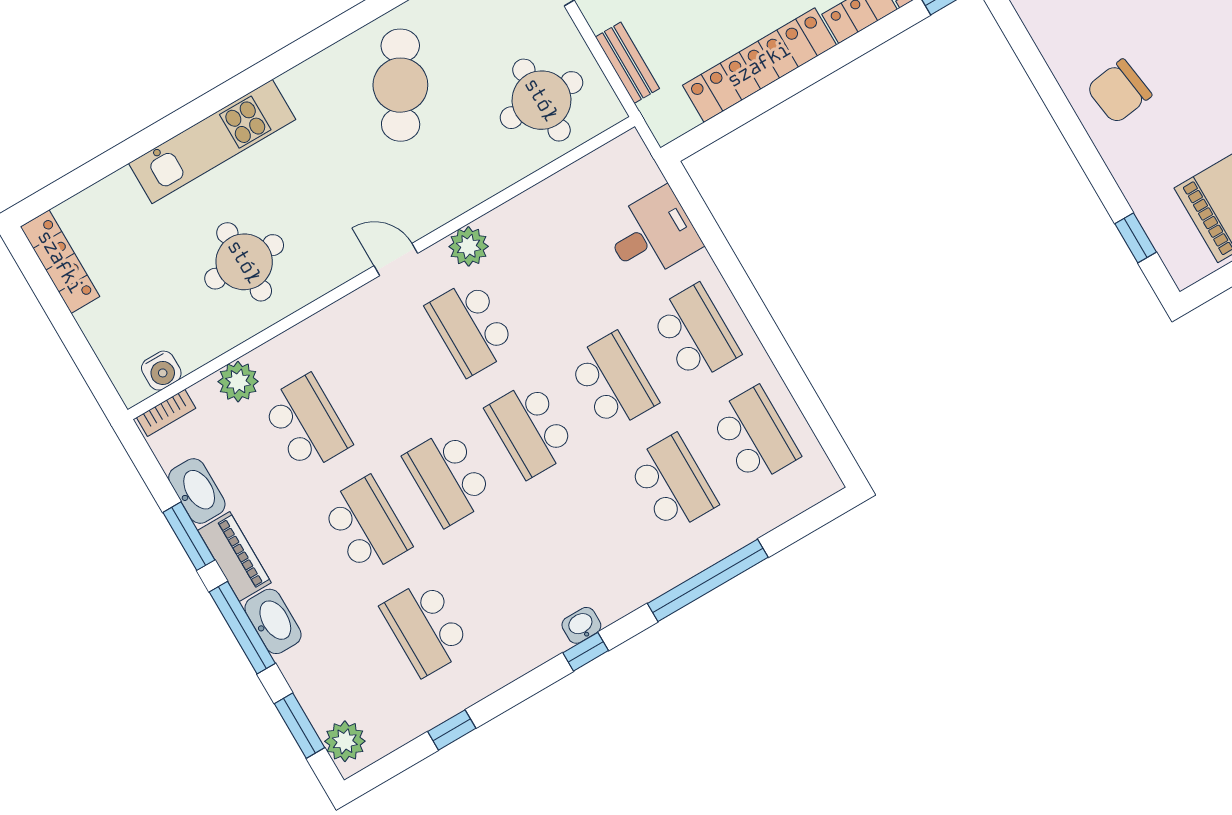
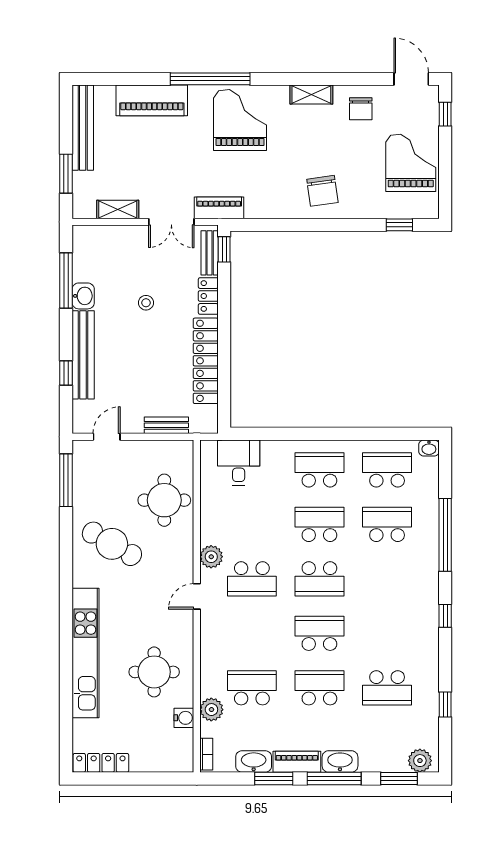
round table: (541, 100) -> (164, 500), moved
kitchen unit: (212, 141) -> (85, 653), width x1.36
desk: (652, 234) -> (239, 463), moved
water cooler: (161, 371) -> (184, 718), moved
school desk: (448, 477) -> (319, 633), turned 180
washbasin: (581, 625) -> (429, 448), moved, turned -90

